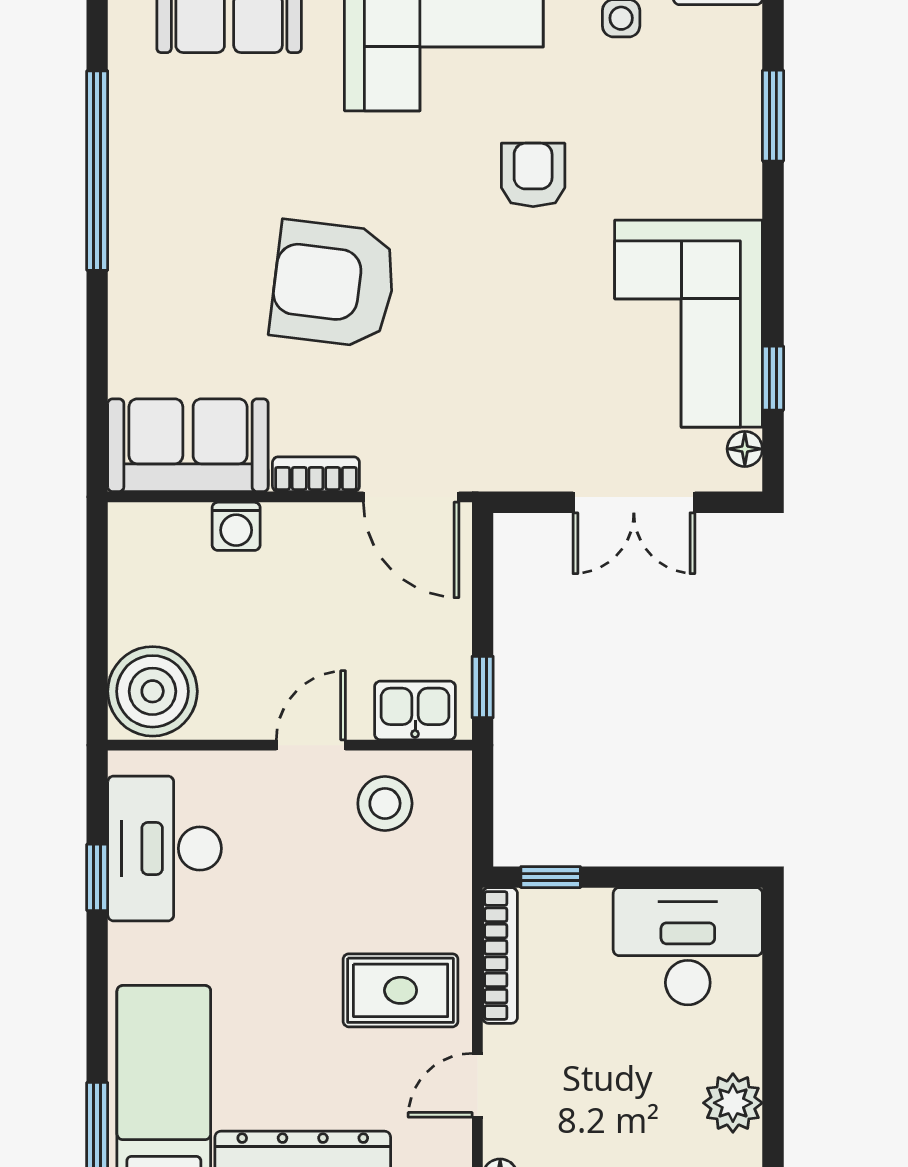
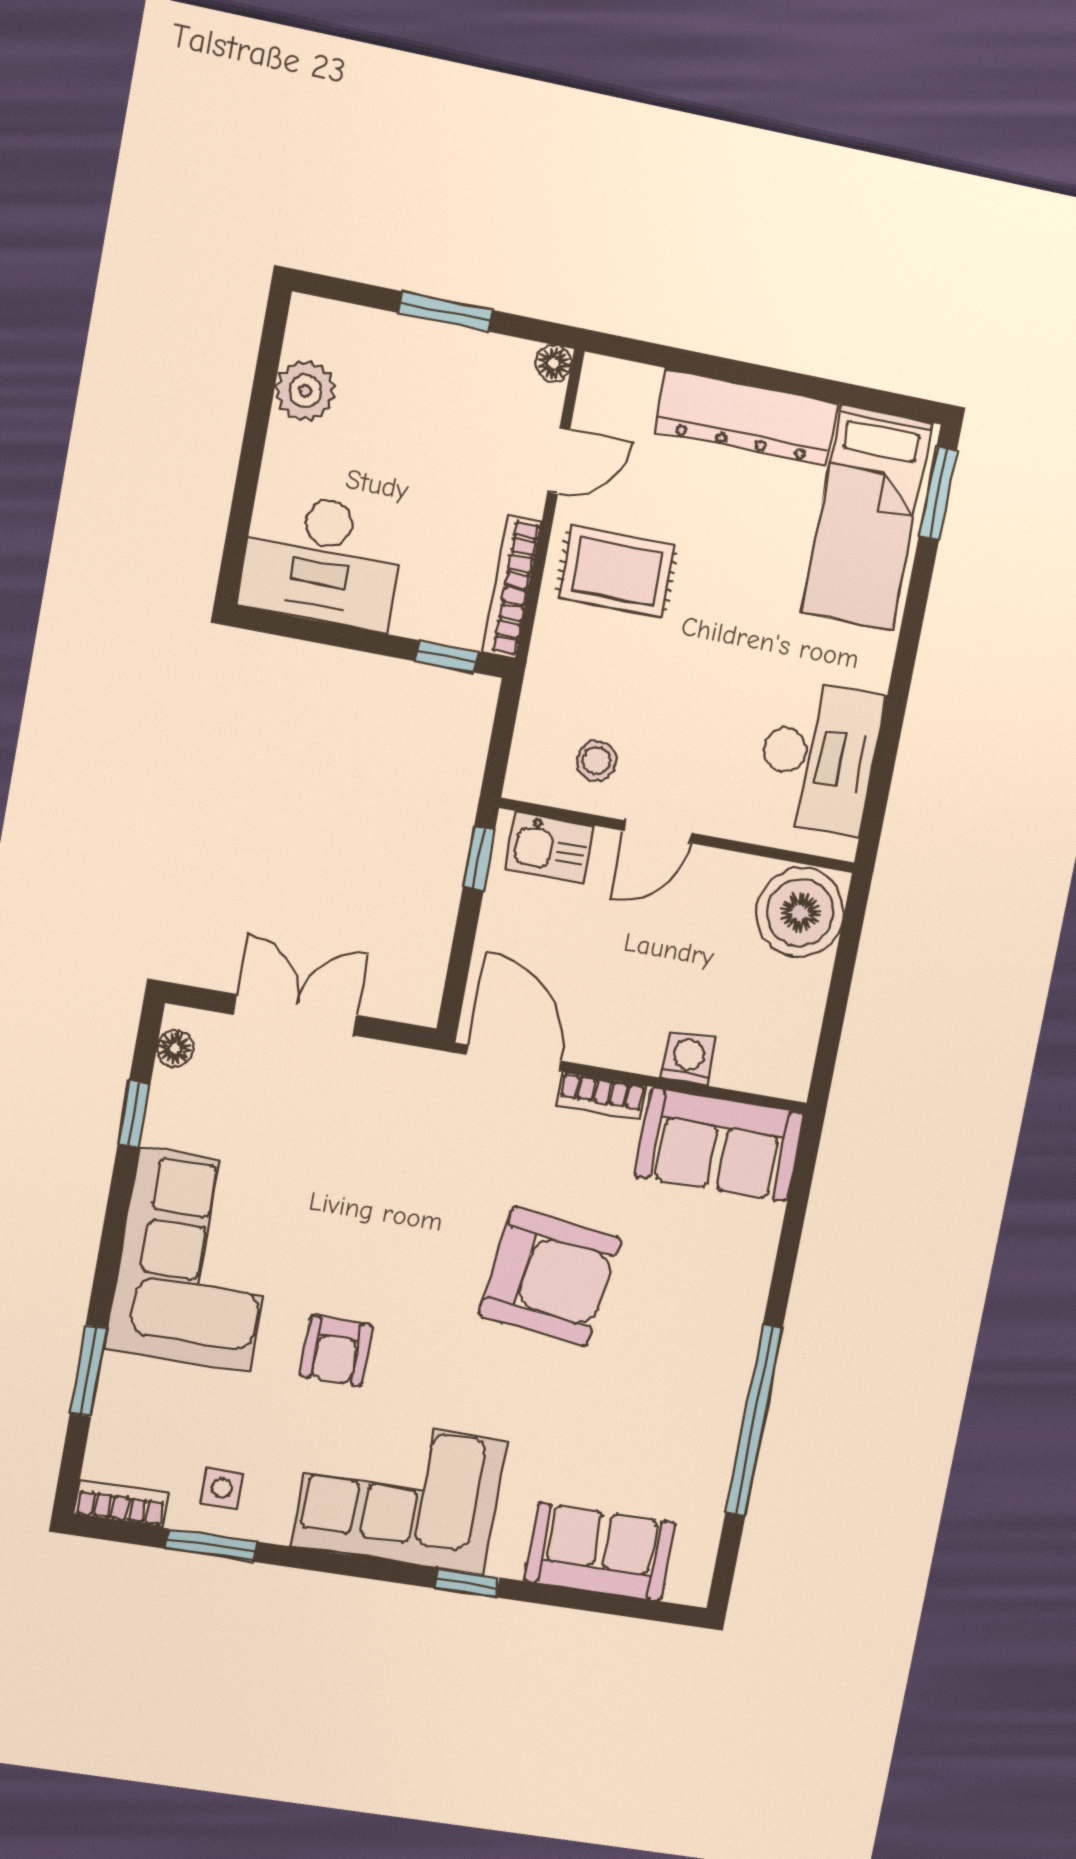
corner sofa: (689, 324) -> (195, 1260), moved
stool: (385, 803) -> (597, 761), width x0.73, depth x0.73
window: (97, 877) -> (889, 740), removed

